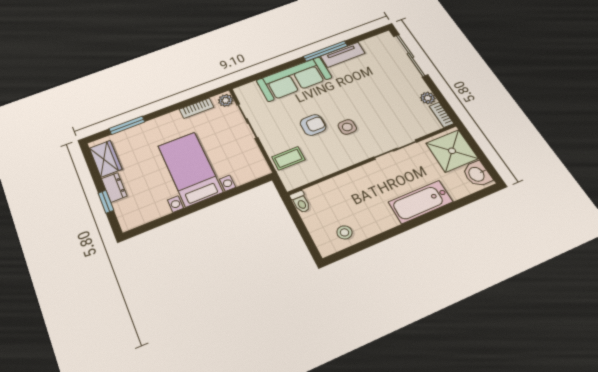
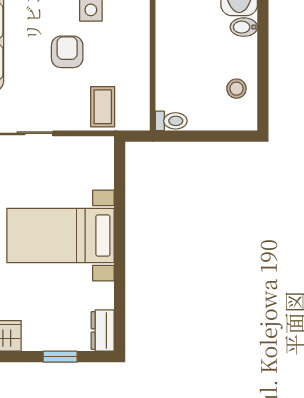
dresser: (114, 187) -> (103, 330), moved, turned -90
bidet: (389, 219) -> (244, 27), added

